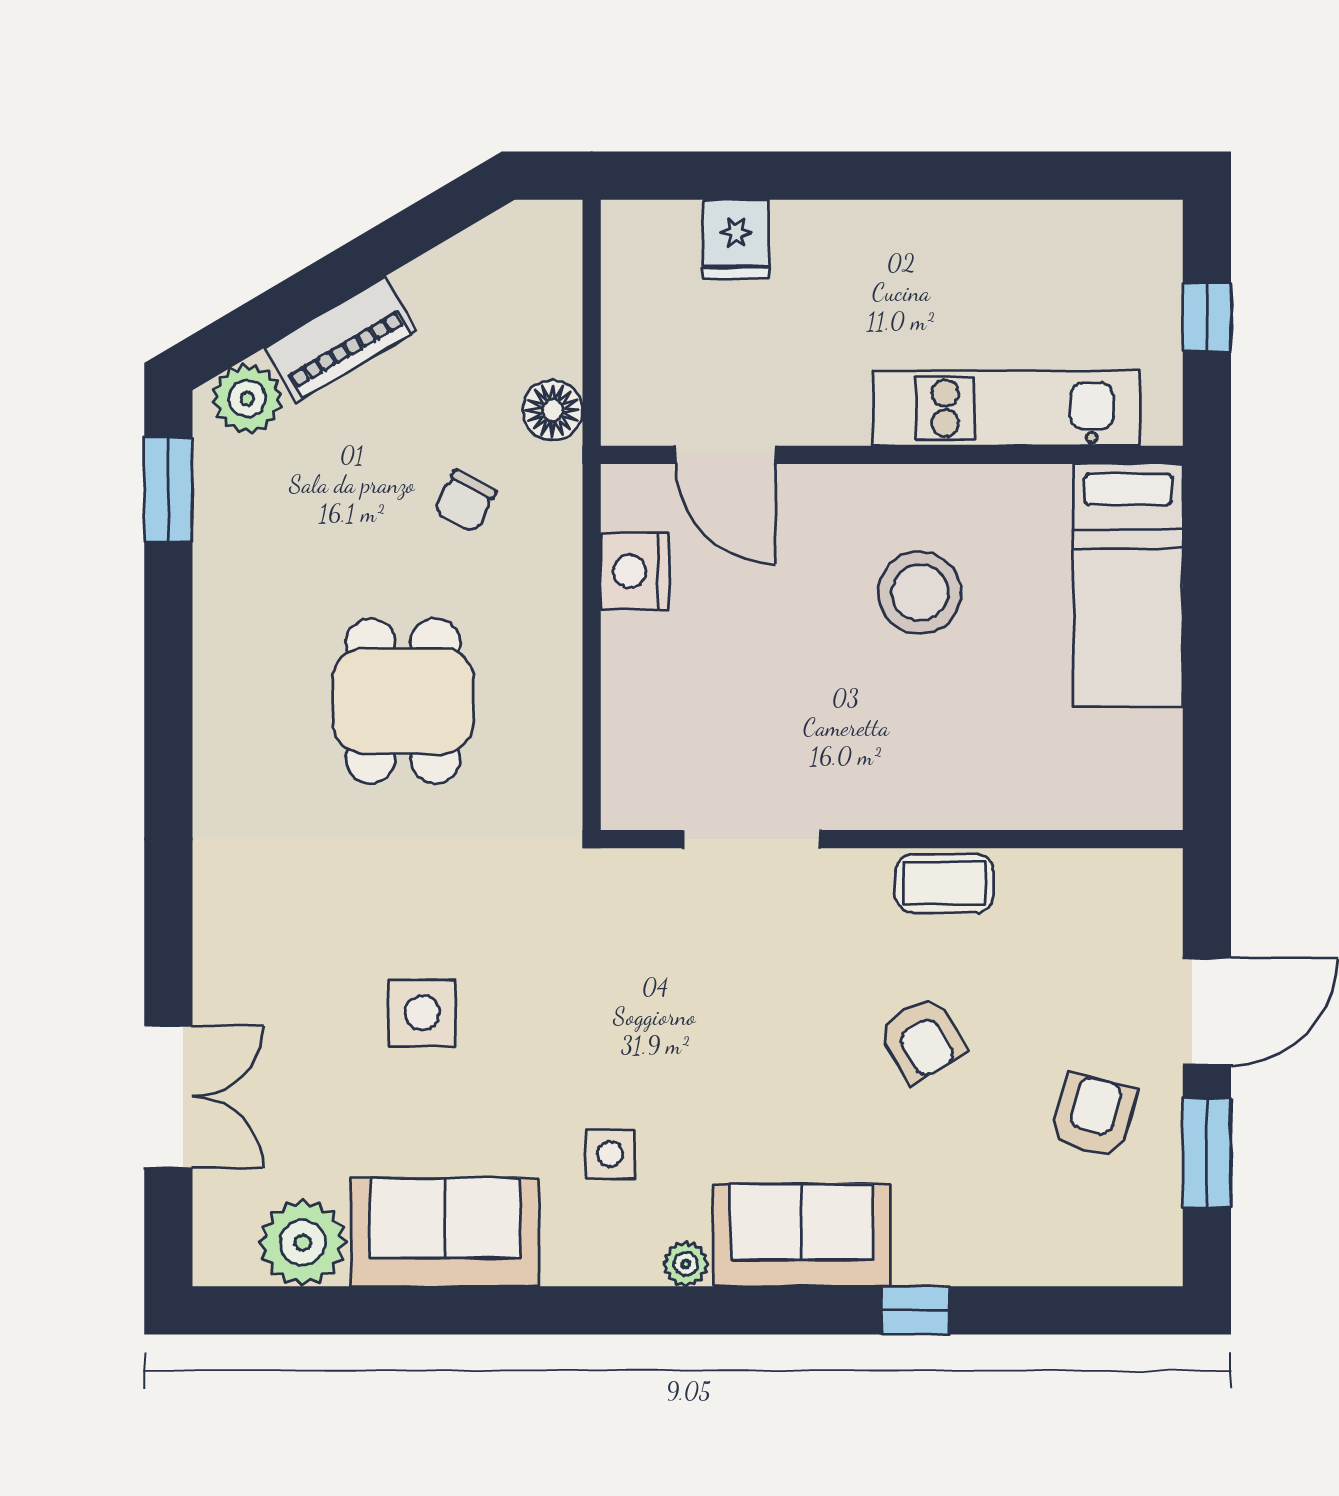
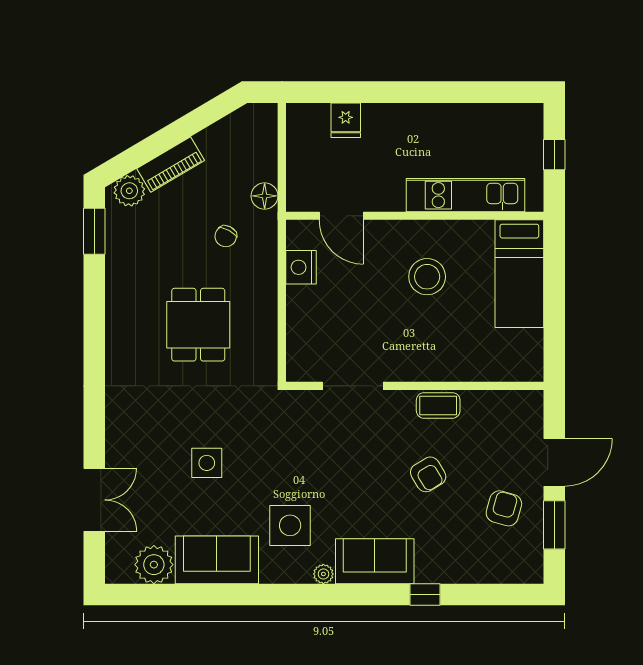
side table: (610, 1154) -> (290, 525), width x1.87, depth x1.87

